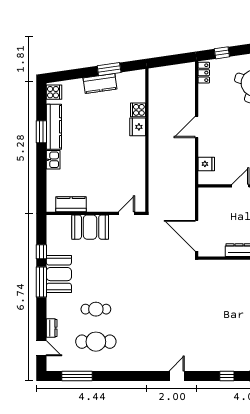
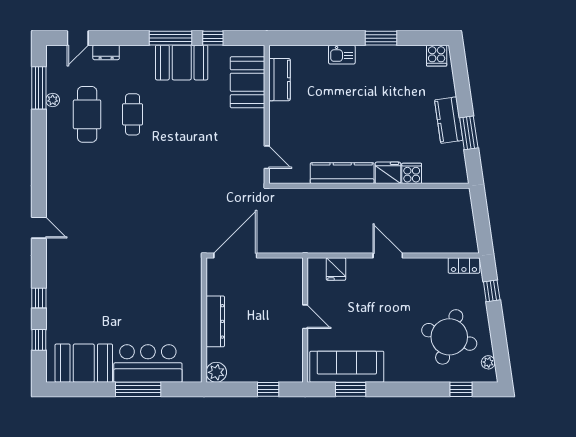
kitchen counter: (54, 127) -> (342, 173), moved, turned 180
booth: (90, 227) -> (248, 82), moved
plant: (86, 366) -> (53, 100), added

